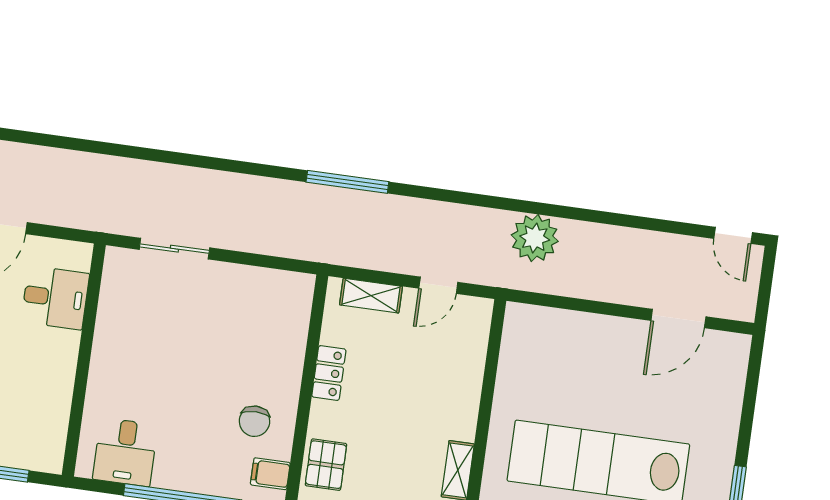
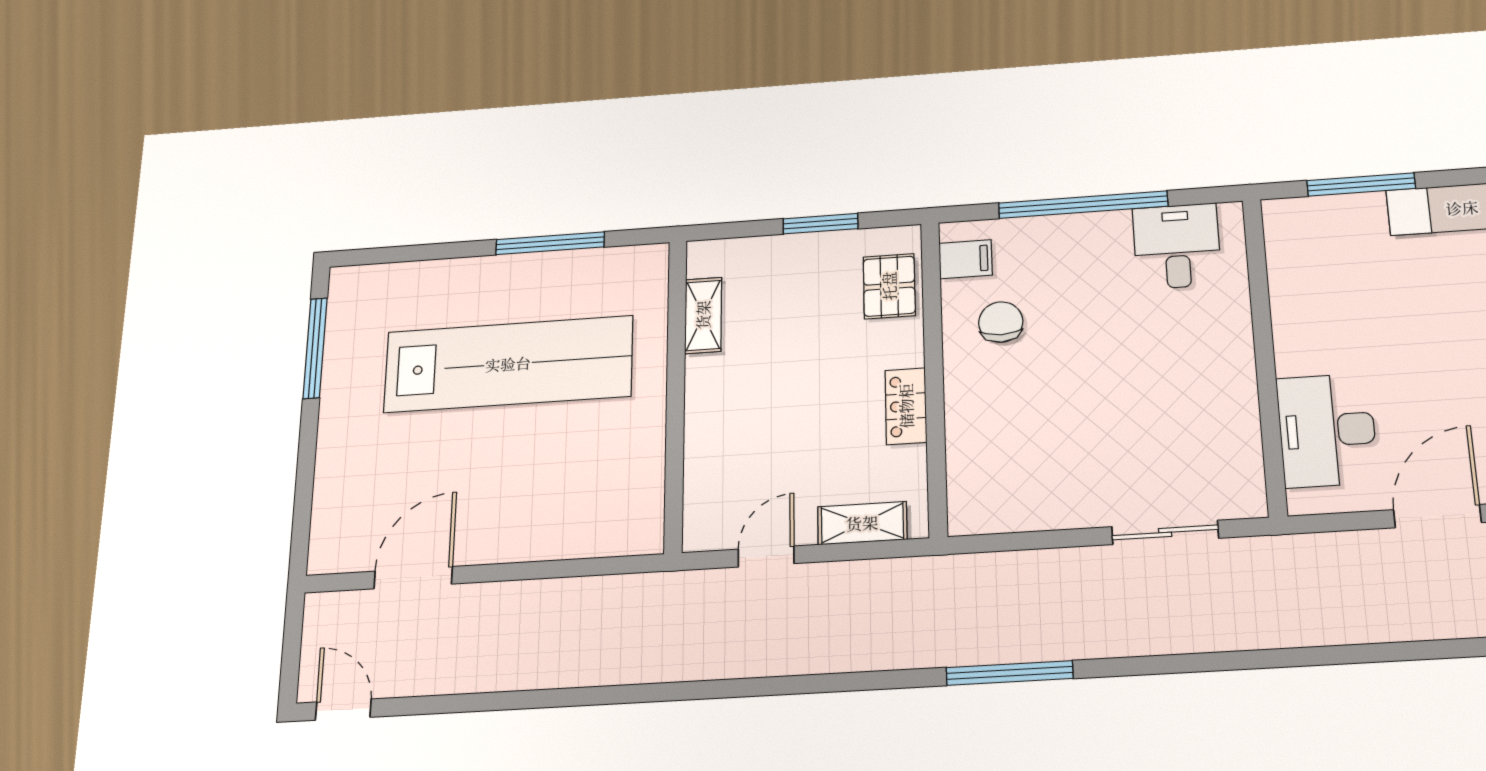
window: (347, 182) -> (1010, 673), moved
plant: (535, 238) -> (634, 650), removed
desk: (55, 298) -> (1327, 430), width x1.37

